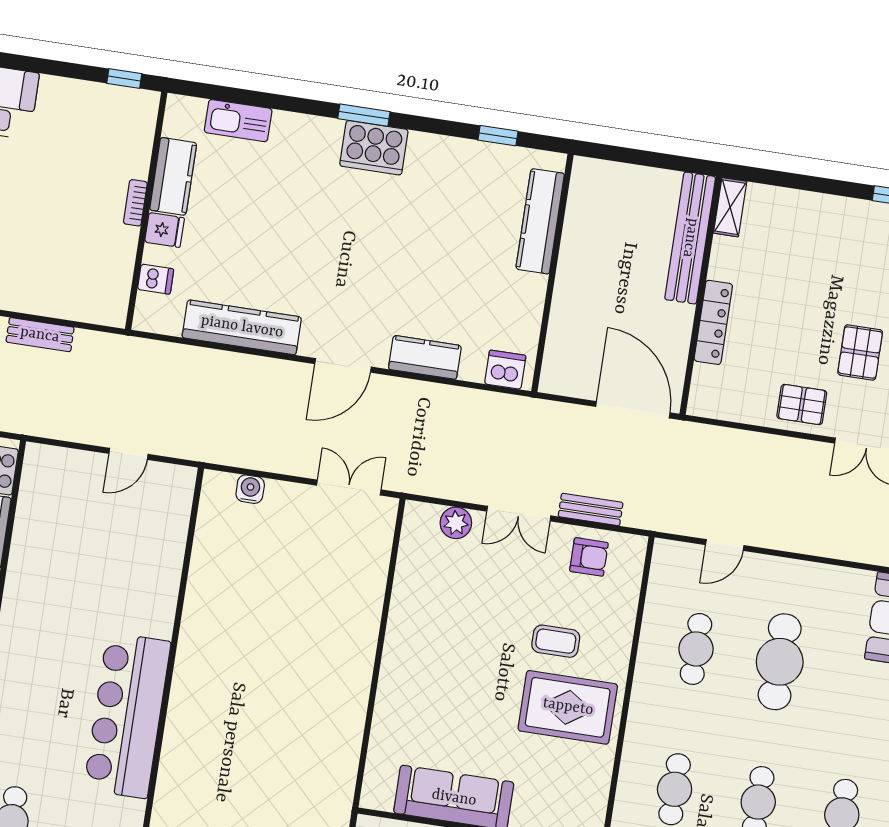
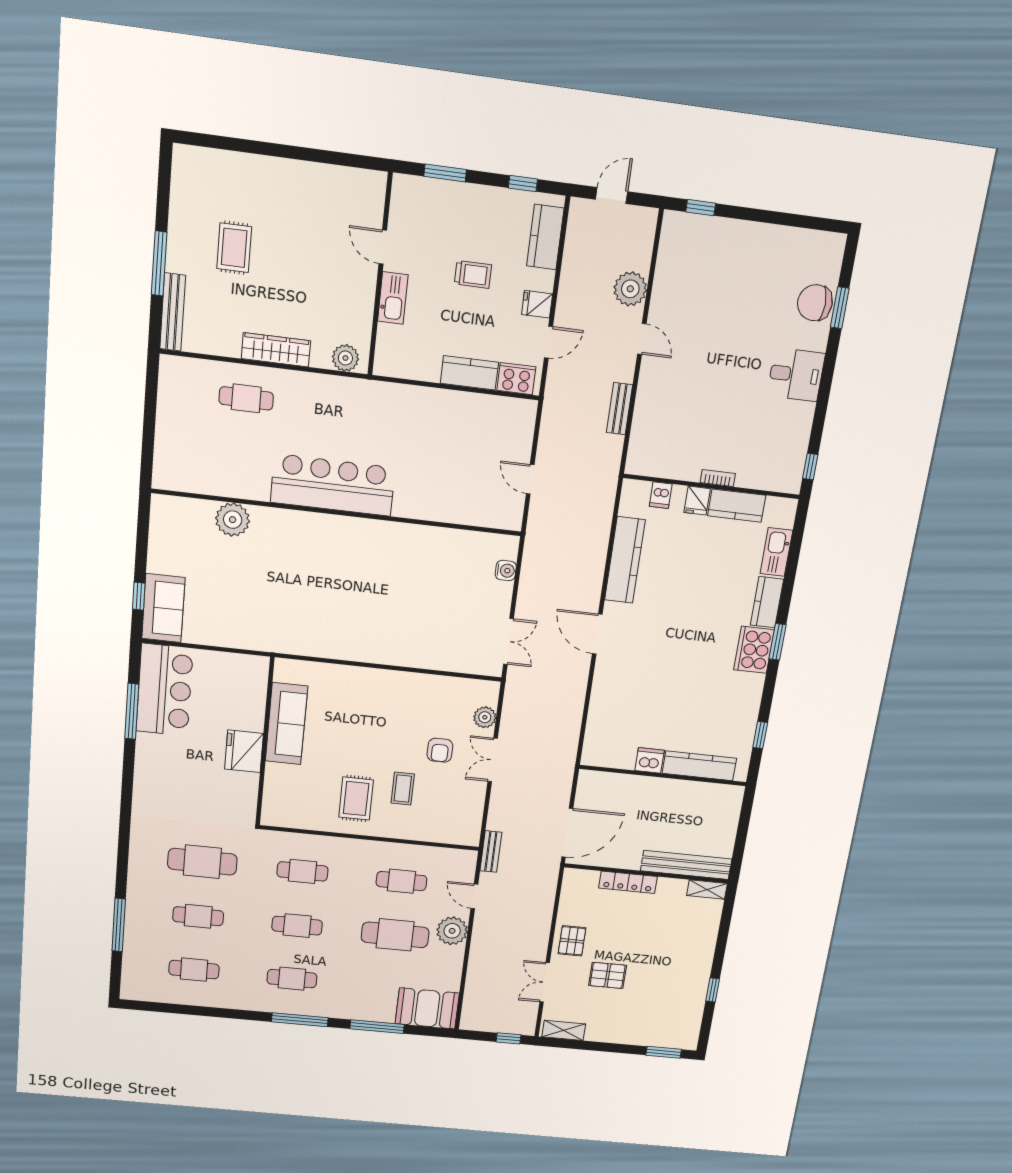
kitchen counter: (425, 357) -> (767, 602), moved, turned 180
dishwasher: (505, 370) -> (650, 760), moved, turned -90
bench: (591, 510) -> (491, 852), moved
armchair: (589, 557) -> (440, 750), moved
plant: (777, 579) -> (452, 931), added
rug: (568, 707) -> (356, 799), width x0.73, depth x0.70

